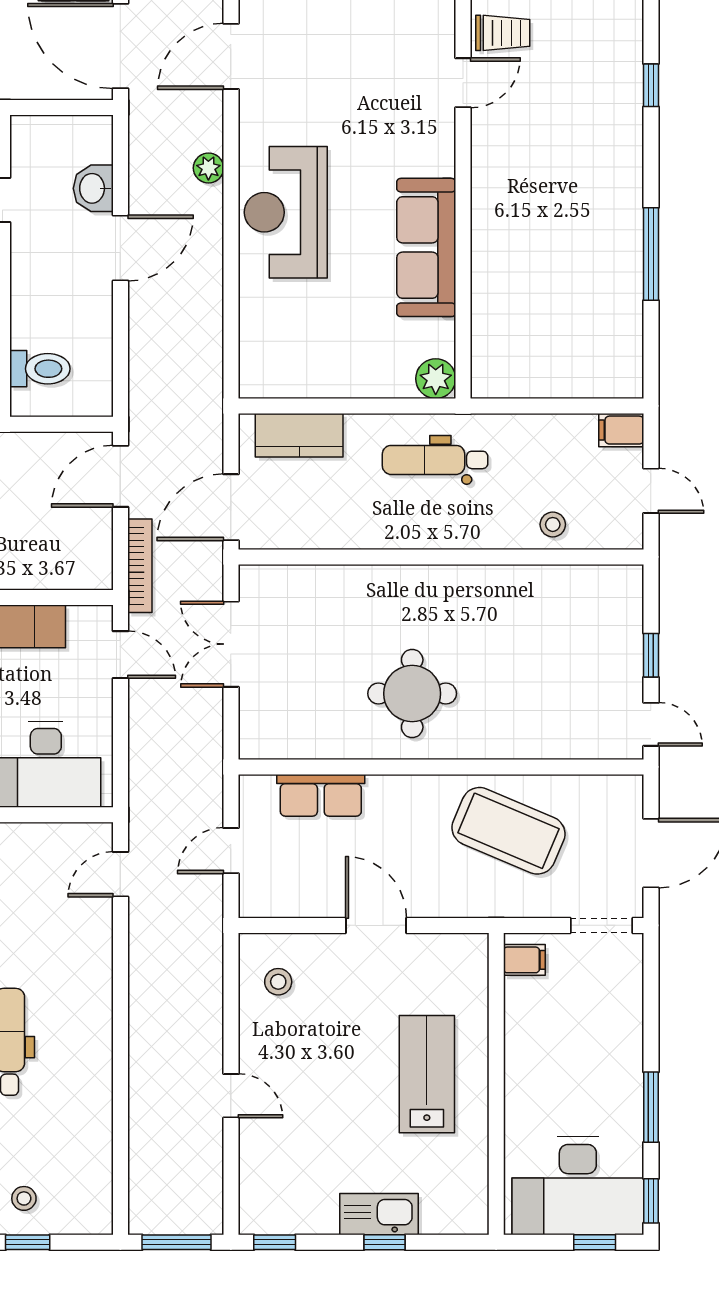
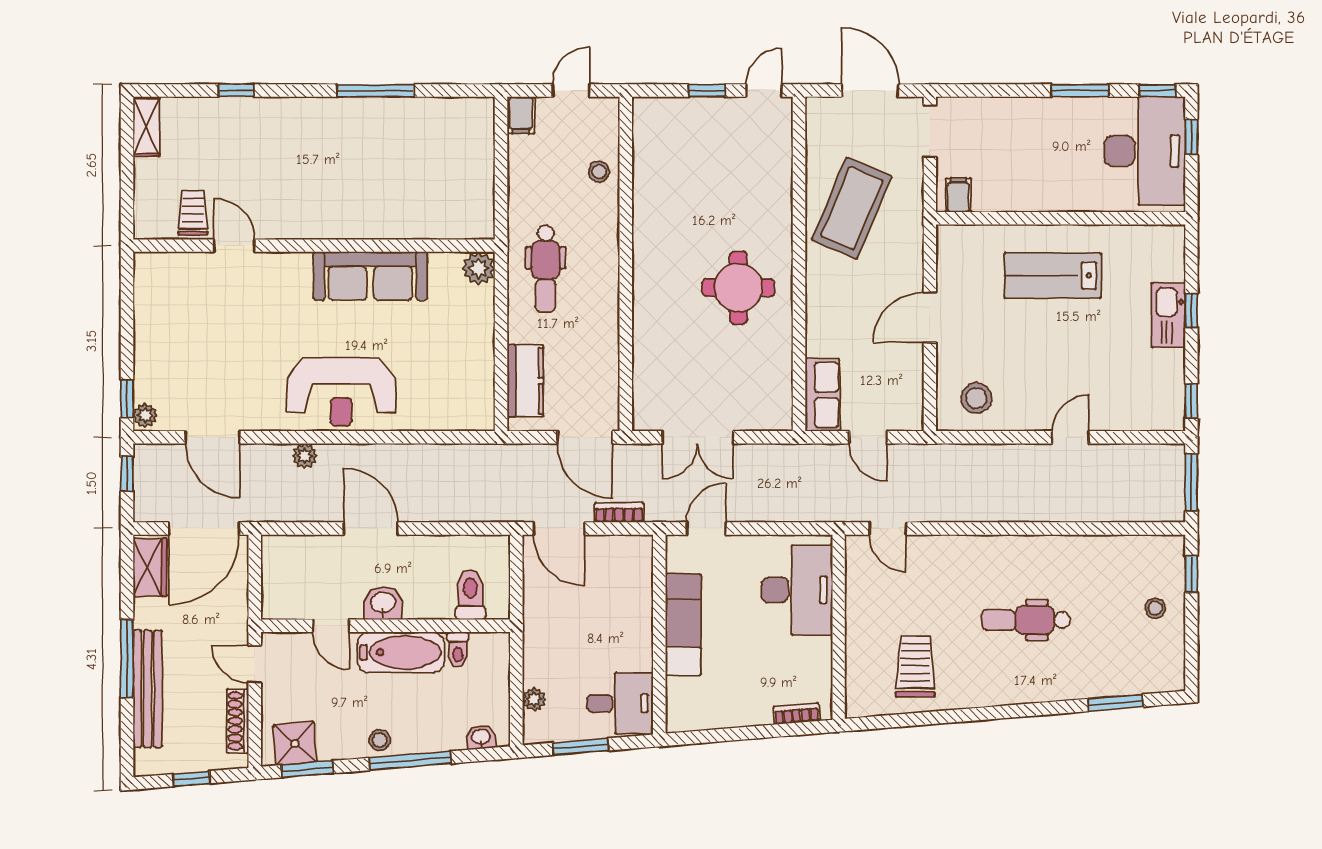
washbasin: (93, 188) -> (383, 603), moved, turned 180
bookcase: (140, 566) -> (619, 513), width x0.64
row of seats: (321, 795) -> (822, 395), moved
stool: (278, 982) -> (976, 398), width x1.37, depth x1.37
window: (28, 1242) -> (1191, 574), moved

